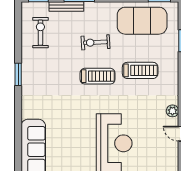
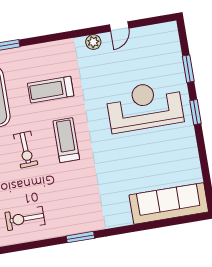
treadmill: (140, 70) -> (51, 90), turned -90

